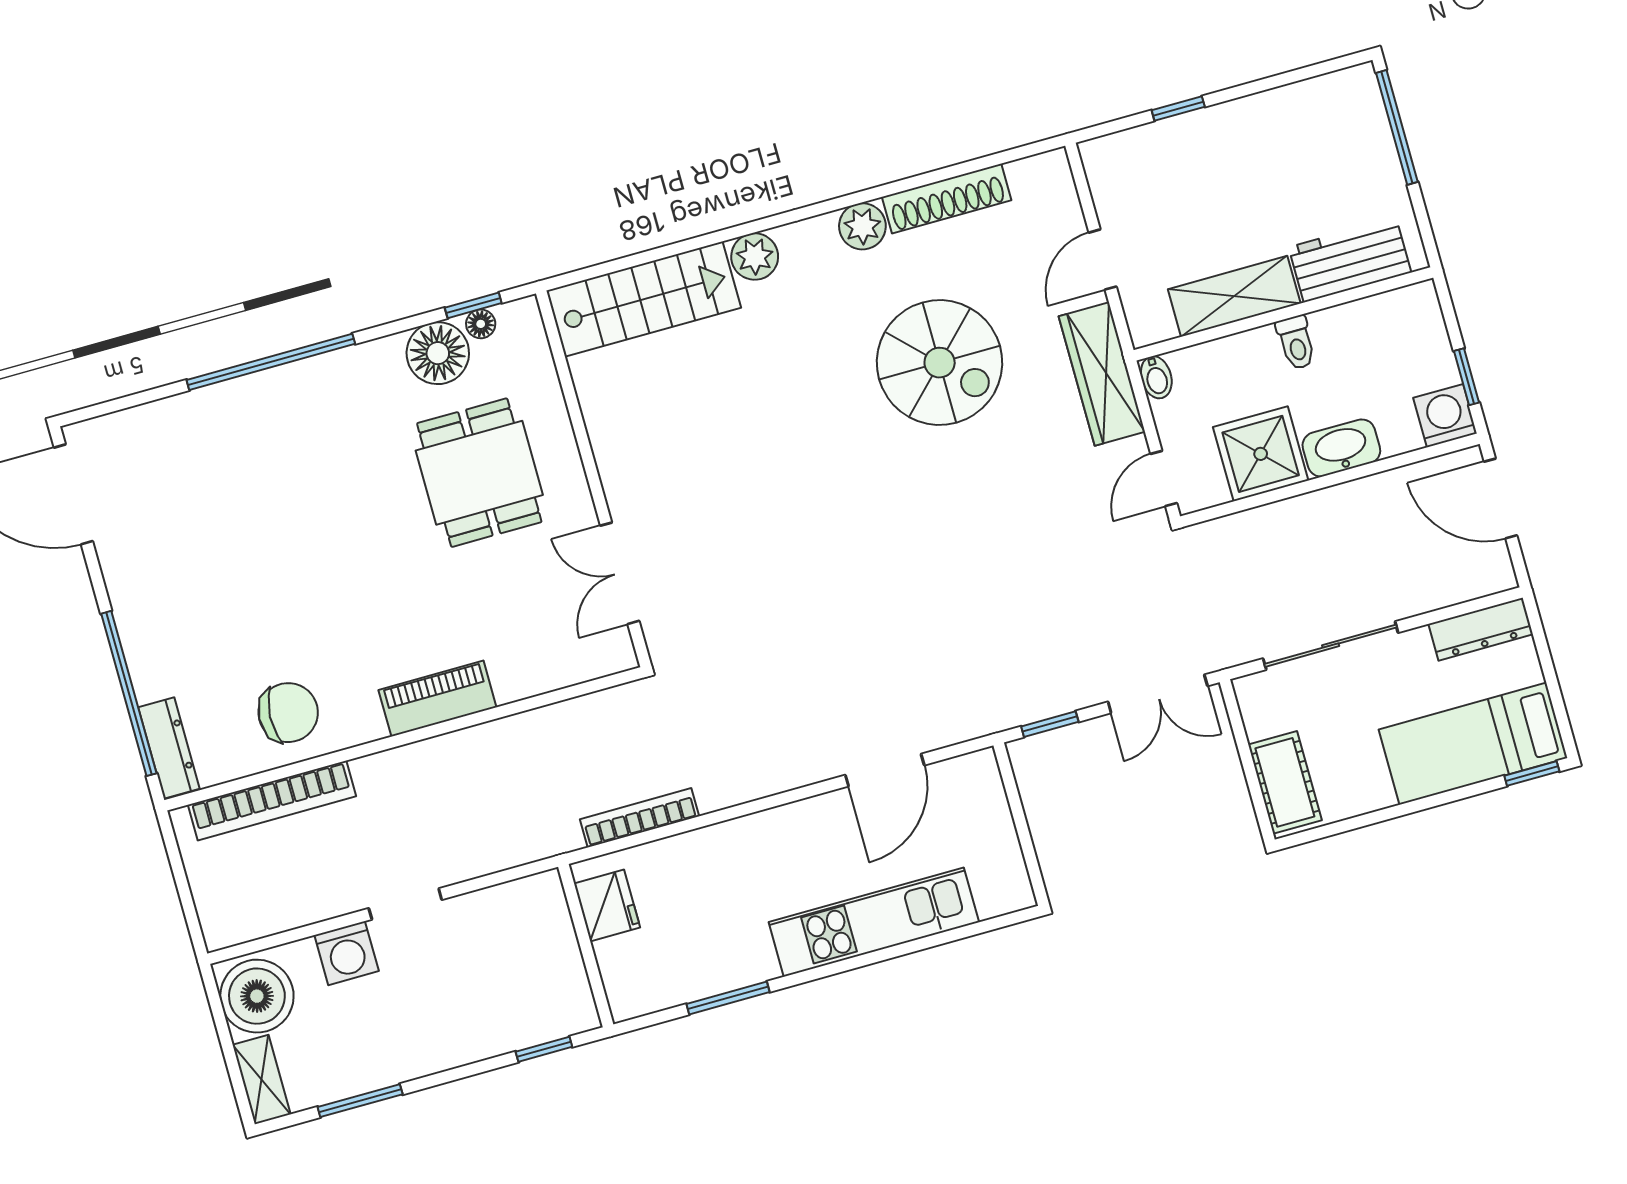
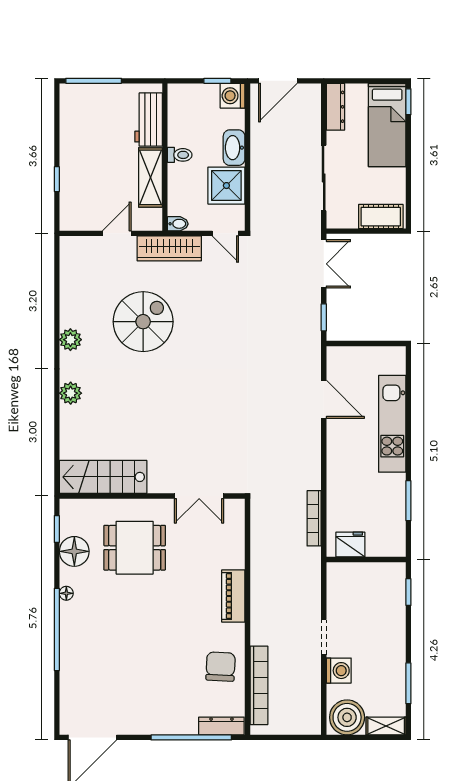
shoe rack: (947, 199) -> (68, 297), removed
door: (1103, 260) -> (117, 233), swing flipped
stairs: (644, 299) -> (103, 477), moved, turned -90
floor lamp: (481, 324) -> (66, 593), moved

